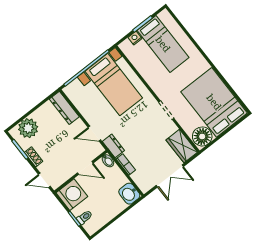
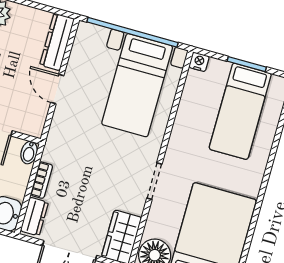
nightstand: (135, 38) -> (199, 62), moved
door: (94, 134) -> (57, 89), moved
dresser: (113, 146) -> (34, 217), moved

